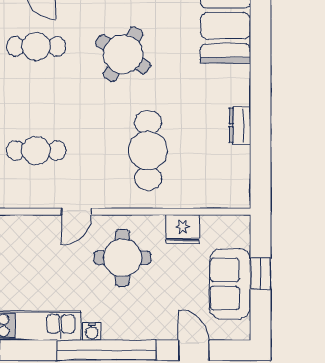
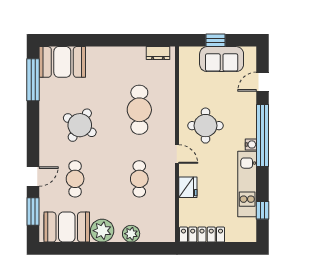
dresser: (240, 125) -> (158, 53), moved
cafe table: (148, 151) -> (139, 110), turned 90
fridge: (183, 229) -> (188, 187), moved

